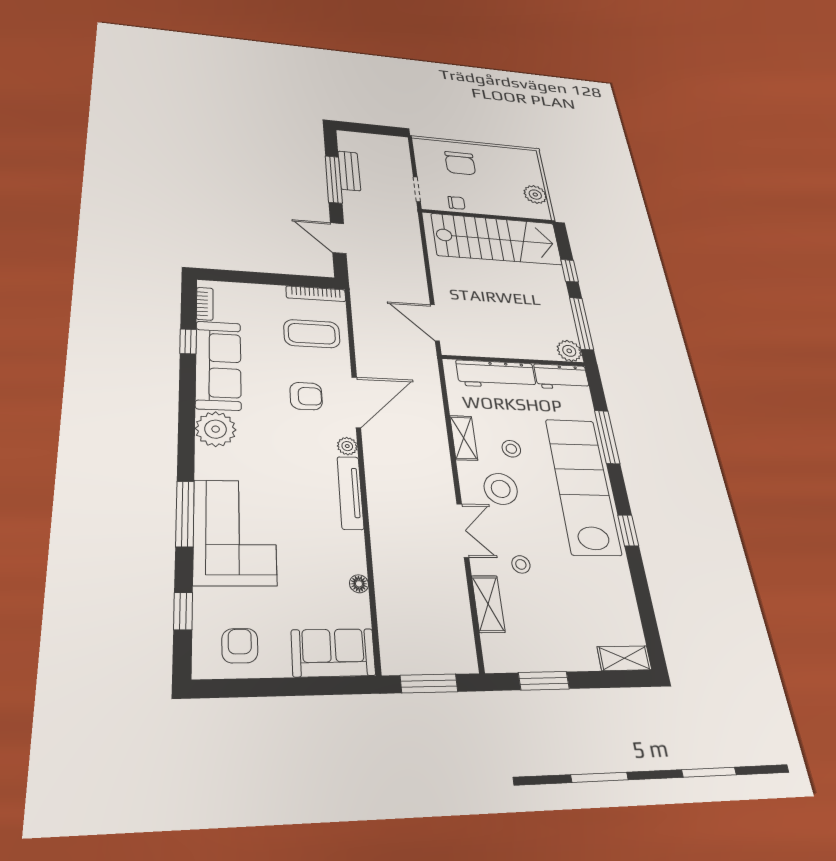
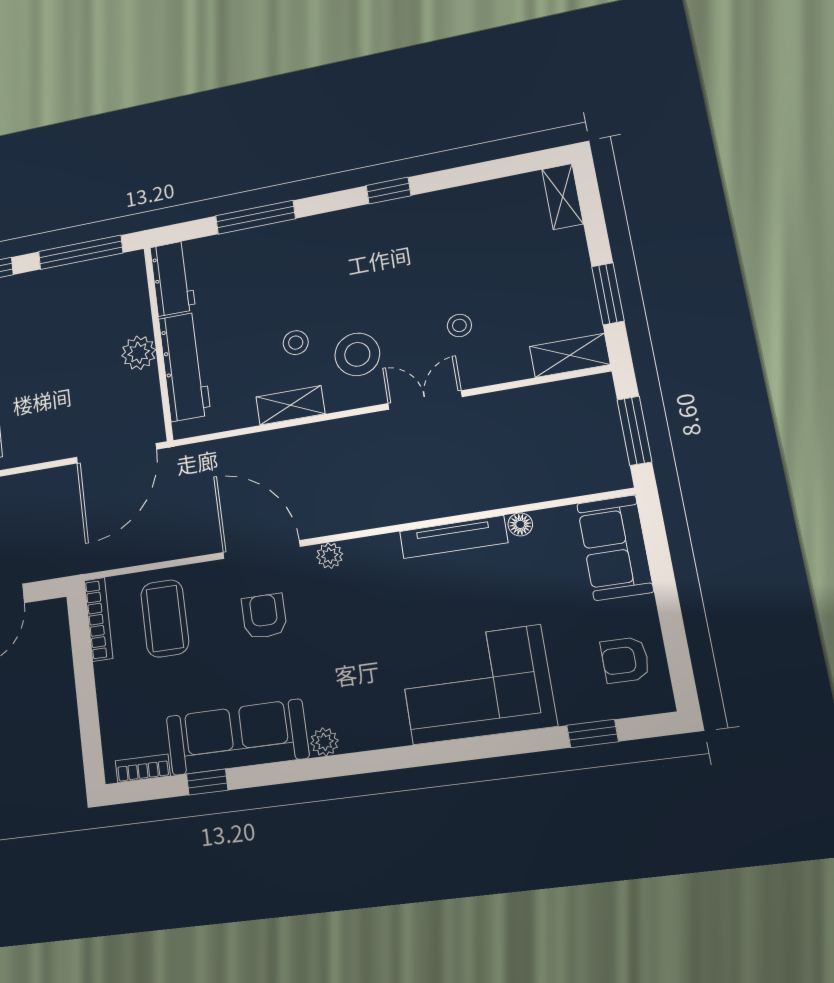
door: (435, 323) -> (116, 453), width x1.36
plant: (569, 351) -> (139, 353), moved
plant: (216, 429) -> (324, 742), width x0.53, depth x0.53
lab bench: (583, 486) -> (334, 249), removed
tv unit: (350, 493) -> (453, 537), moved
window: (185, 514) -> (463, 750), removed
shelving: (488, 604) -> (570, 355), moved

